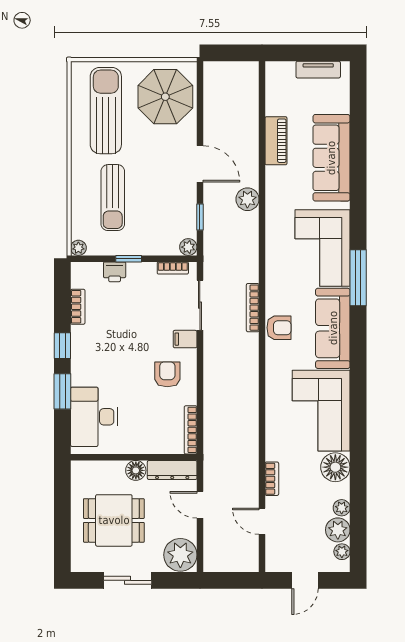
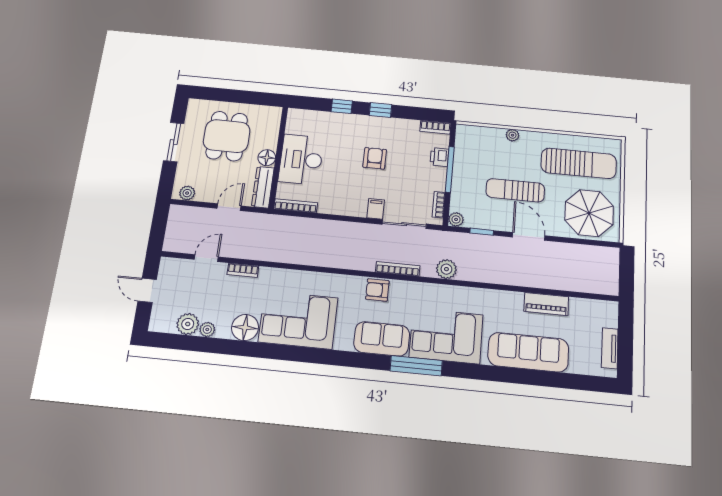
door: (200, 164) -> (529, 236), swing flipped
sun lounger: (113, 198) -> (515, 190), moved
plant: (247, 199) -> (446, 269), moved
plant: (78, 248) -> (513, 135), moved
window: (129, 259) -> (450, 169), width x2.17
bookcase: (78, 307) -> (435, 127), moved
armchair: (279, 328) -> (377, 290), turned 90
sofa: (333, 328) -> (382, 339), width x0.73
armchair: (167, 374) -> (375, 158), moved, turned -90
window: (62, 391) -> (342, 106), width x0.67
desk: (94, 417) -> (301, 160), moved, turned -90
plant: (342, 552) -> (167, 326), removed
plant: (180, 555) -> (187, 193), width x0.53, depth x0.53

